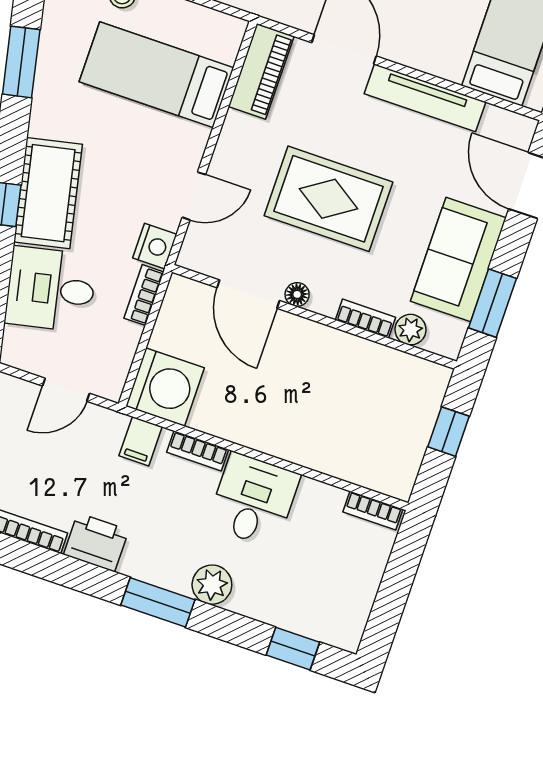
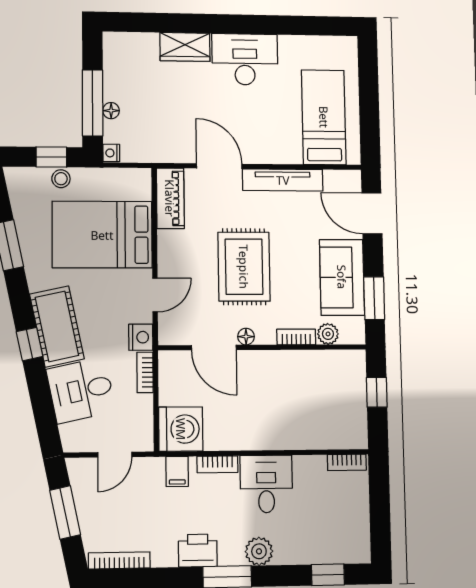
bed: (157, 75) -> (102, 235), width x1.50
rug: (329, 199) -> (244, 267), turned 90
printer: (96, 542) -> (198, 551), moved

